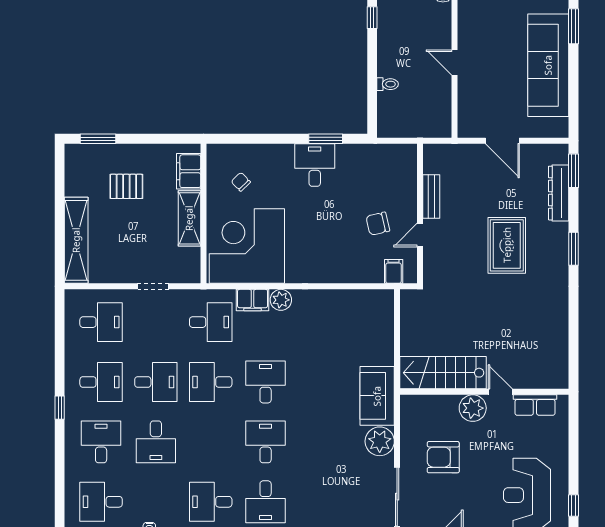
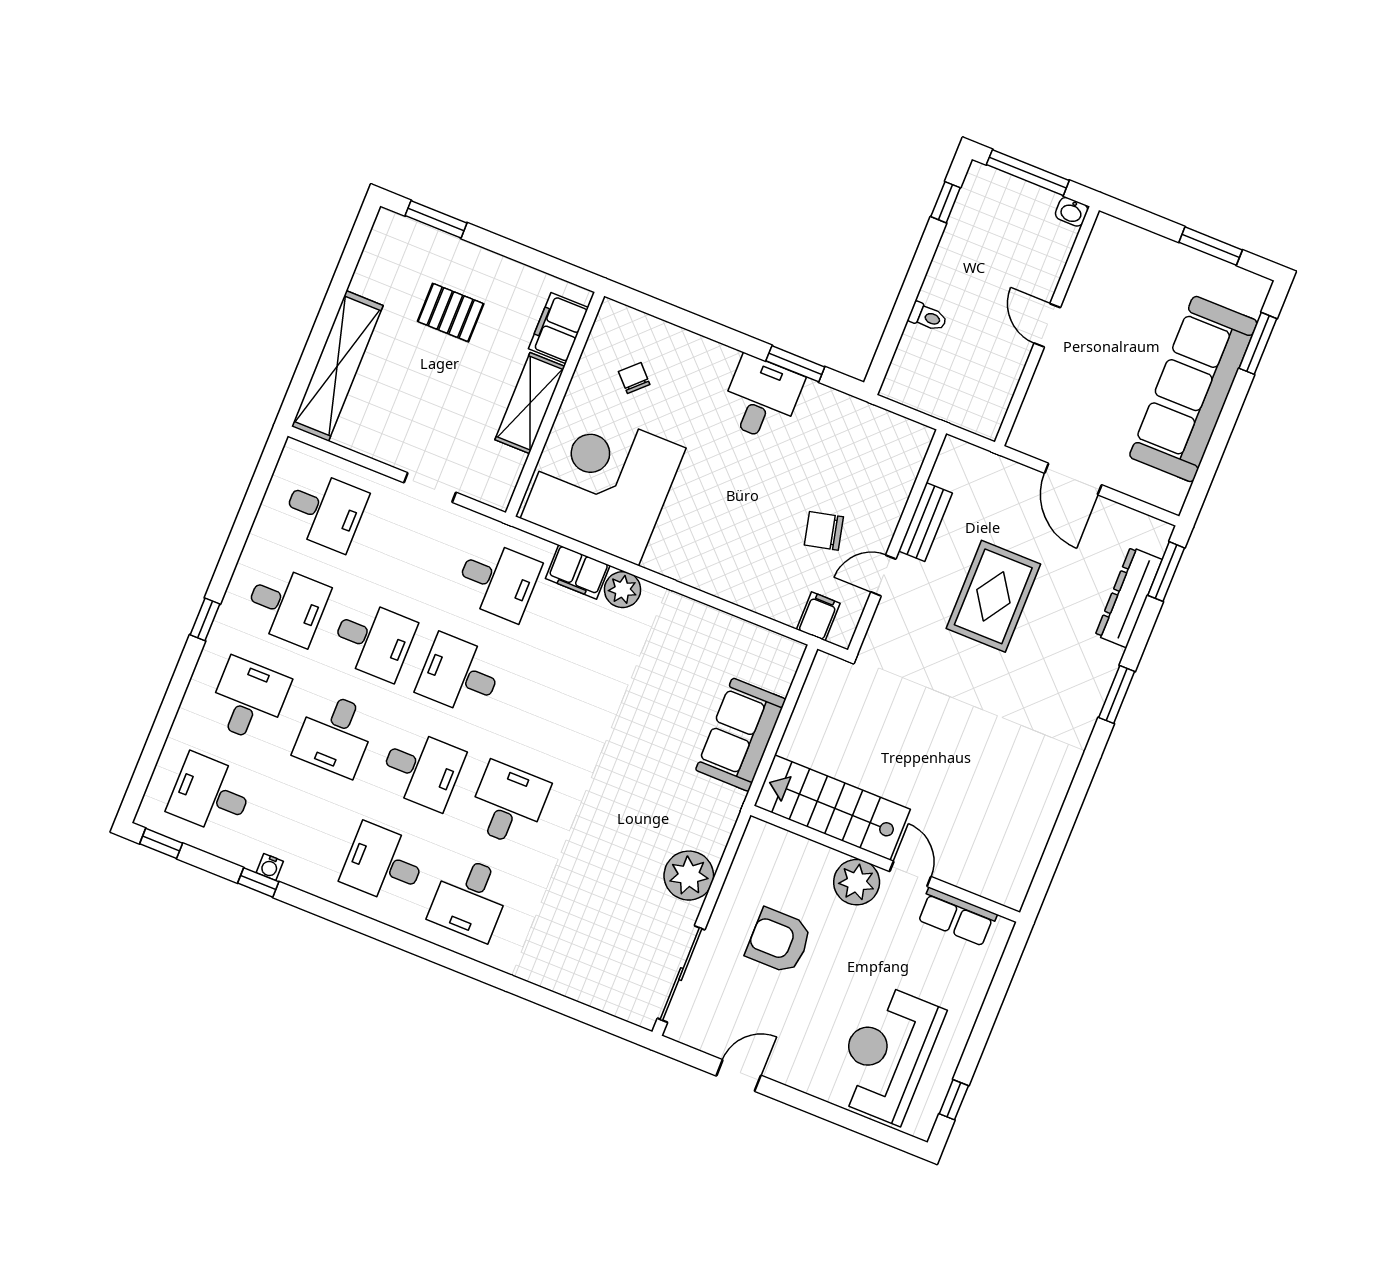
rug: (507, 245) -> (993, 596), moved
desk: (266, 382) -> (422, 769), moved, turned 90
sofa: (377, 396) -> (741, 735), moved

